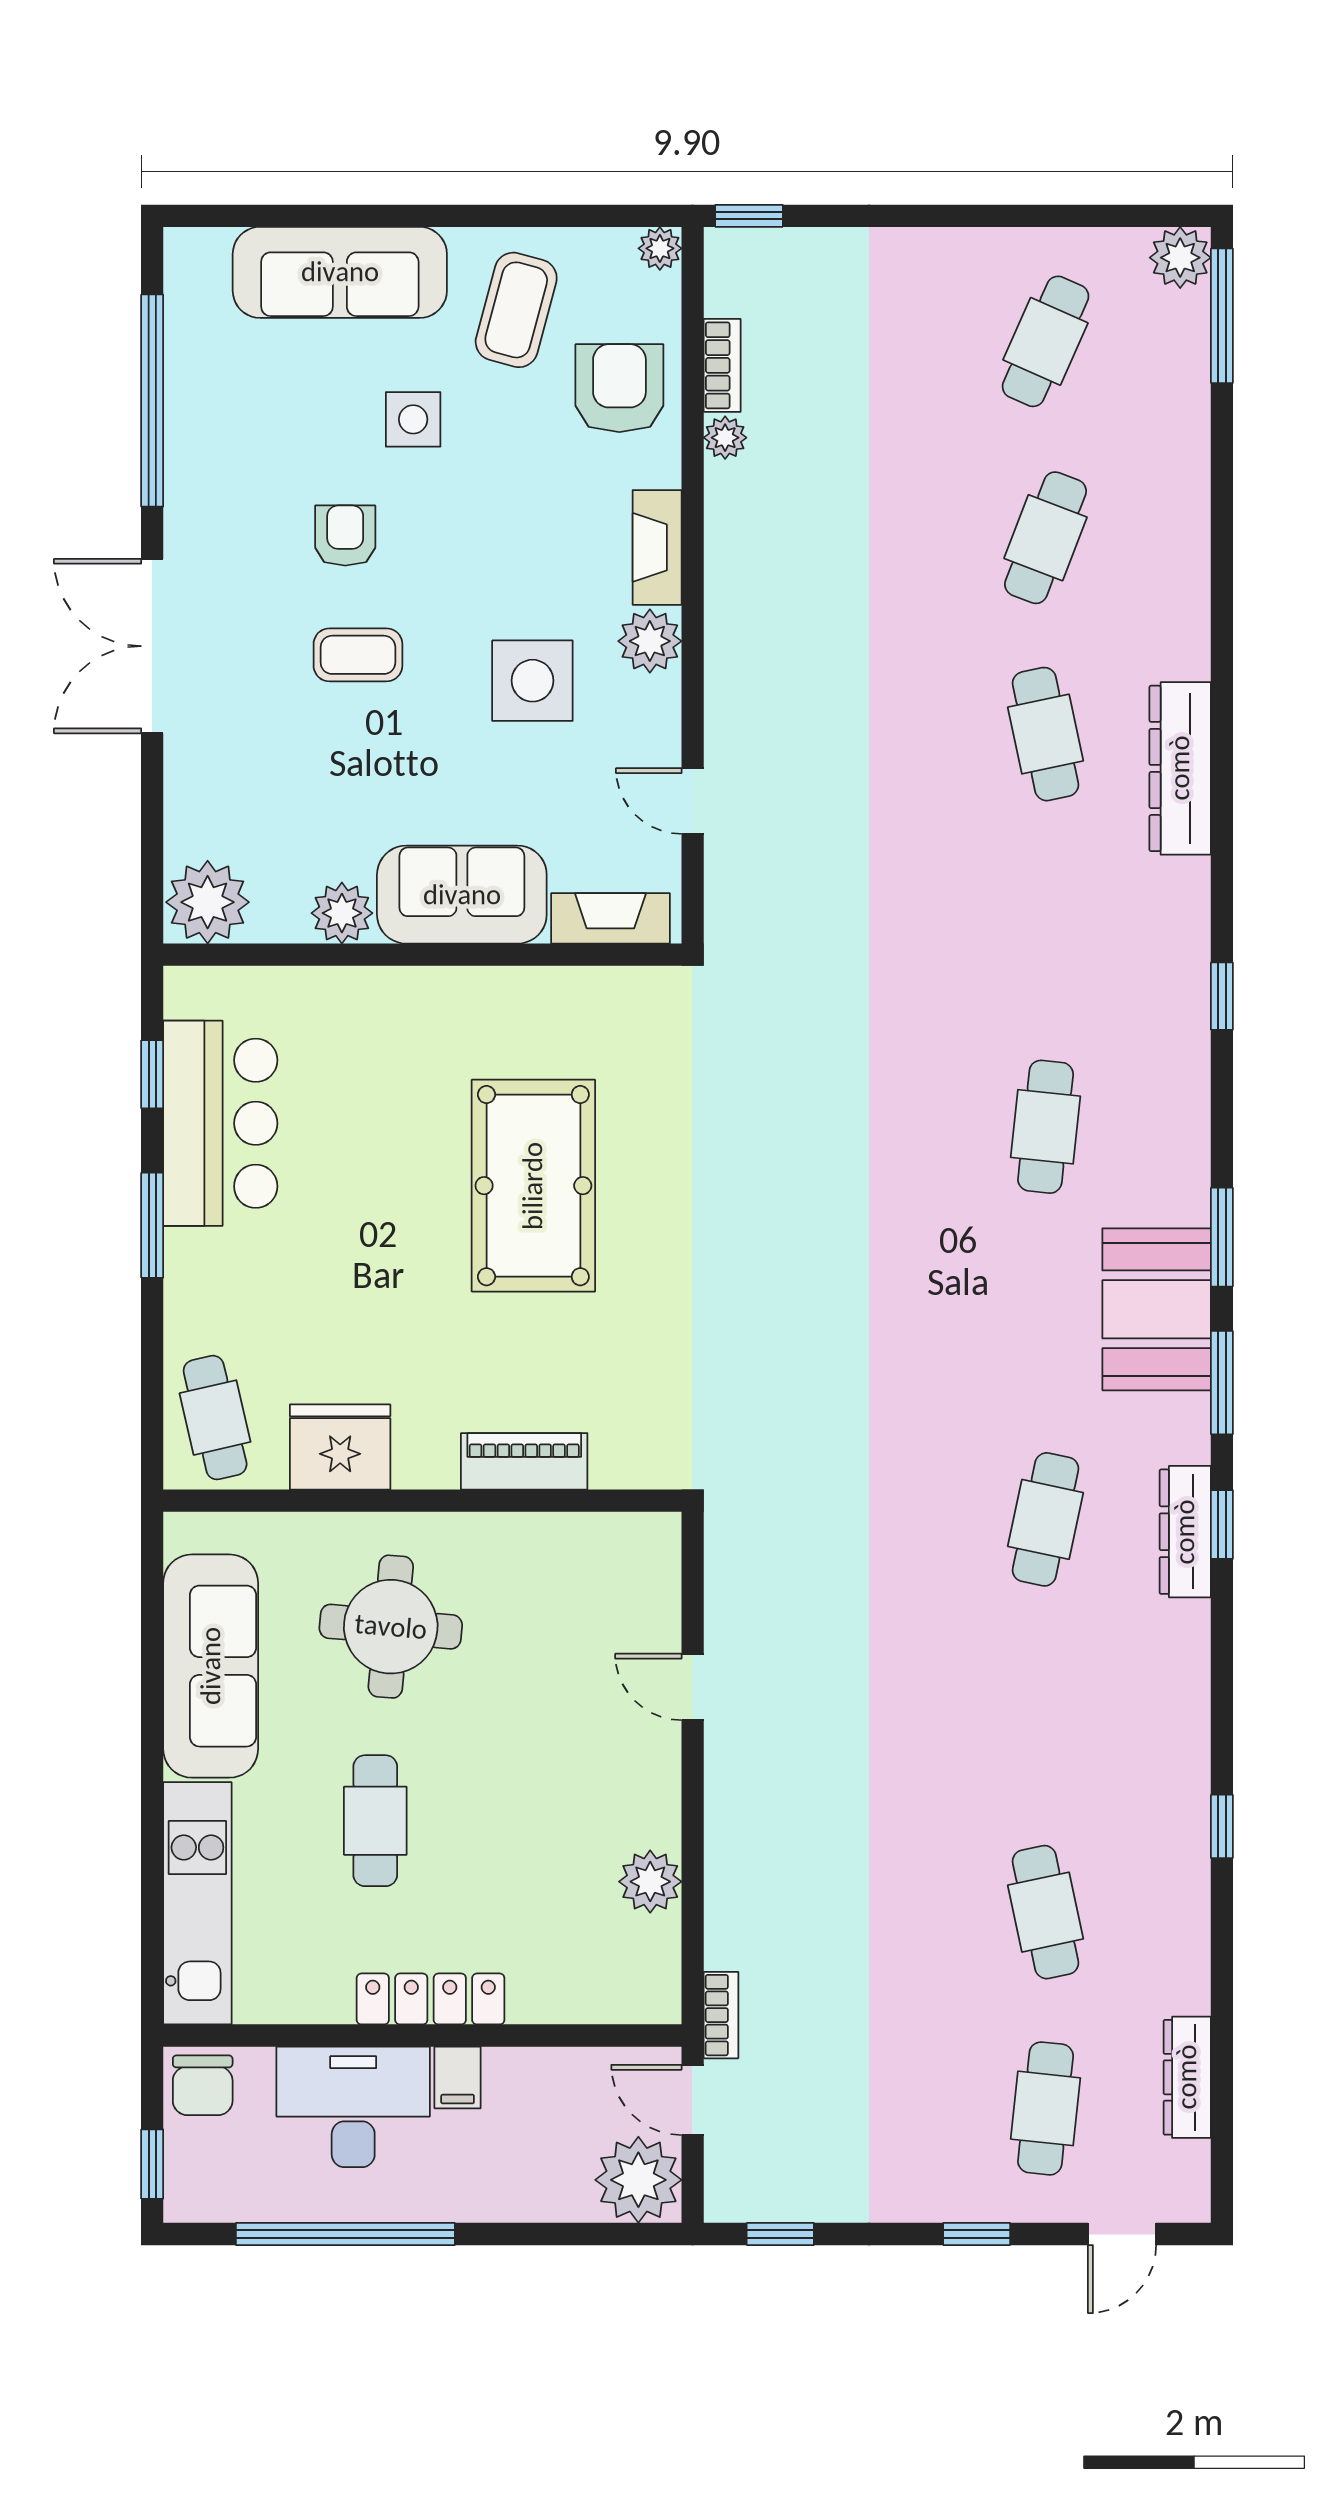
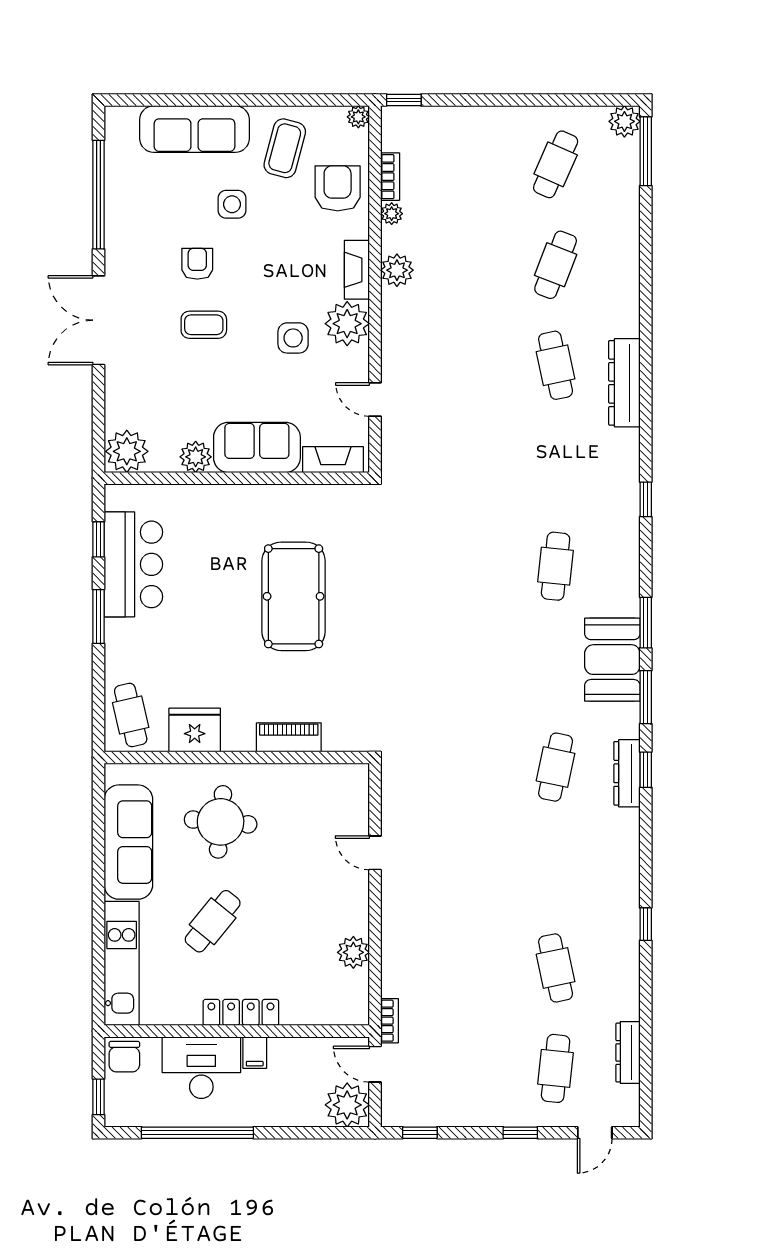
plant: (736, 548) -> (397, 270), added
plant: (650, 641) -> (347, 324), width x1.36, depth x1.36
side table: (532, 681) -> (293, 338), width x0.73, depth x0.73
cafe table: (375, 1821) -> (213, 921), turned 39

